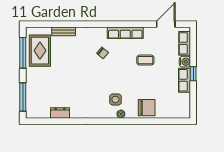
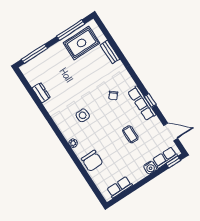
window: (128, 24) -> (150, 100), added
window: (193, 74) -> (173, 162), moved
row of seats: (185, 80) -> (119, 187), moved
side table: (115, 100) -> (83, 115), moved

